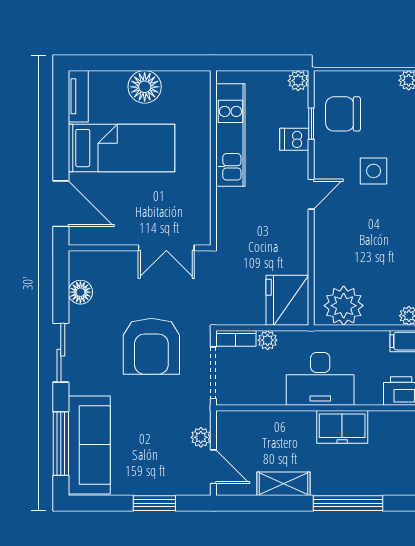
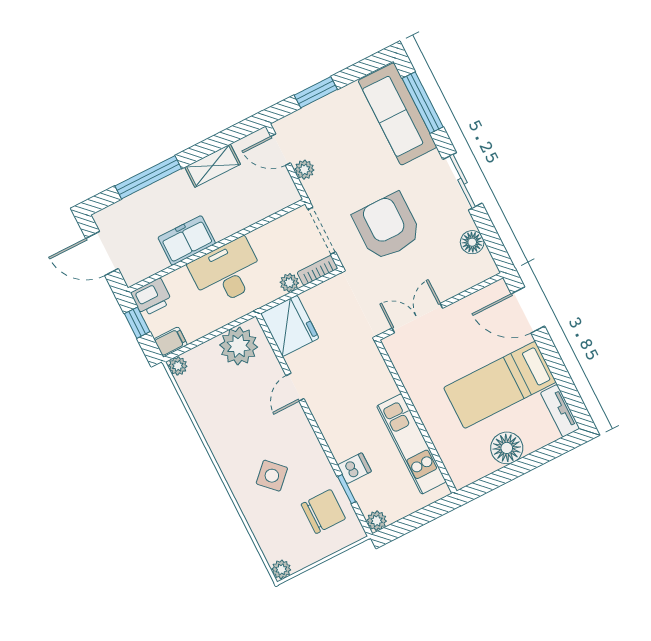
side table: (374, 171) -> (272, 476), turned 45
door: (311, 194) -> (295, 387), moved

